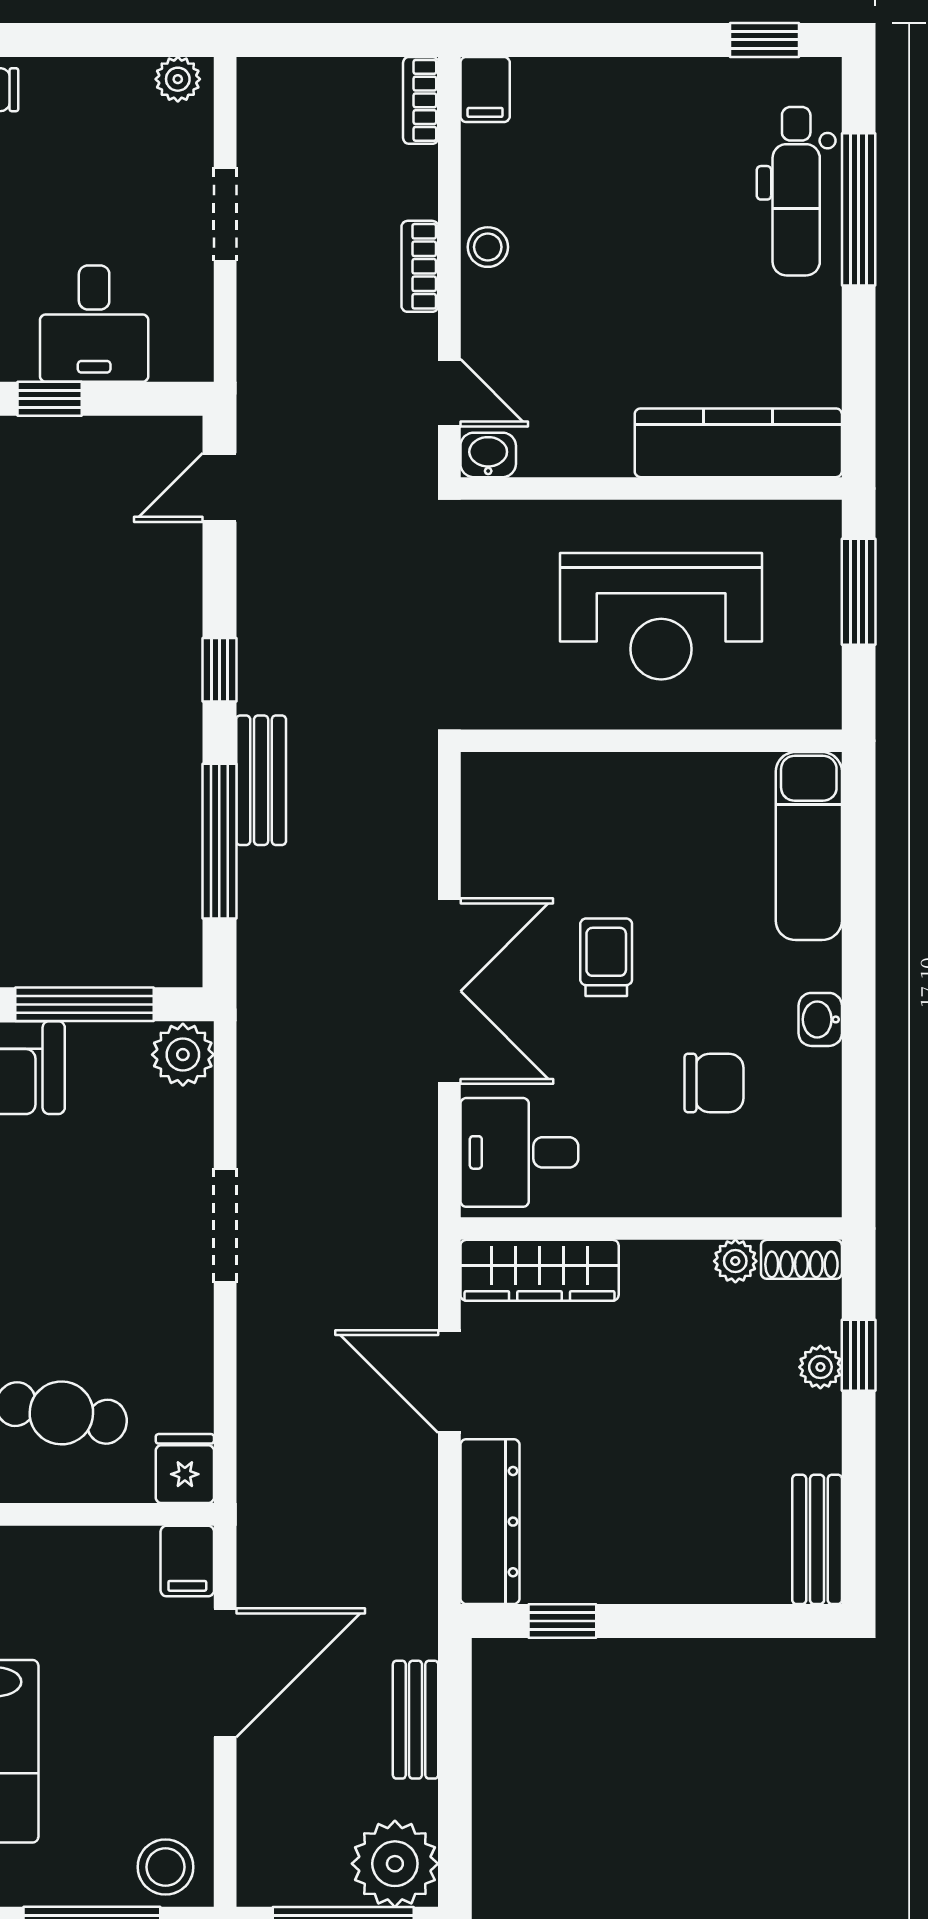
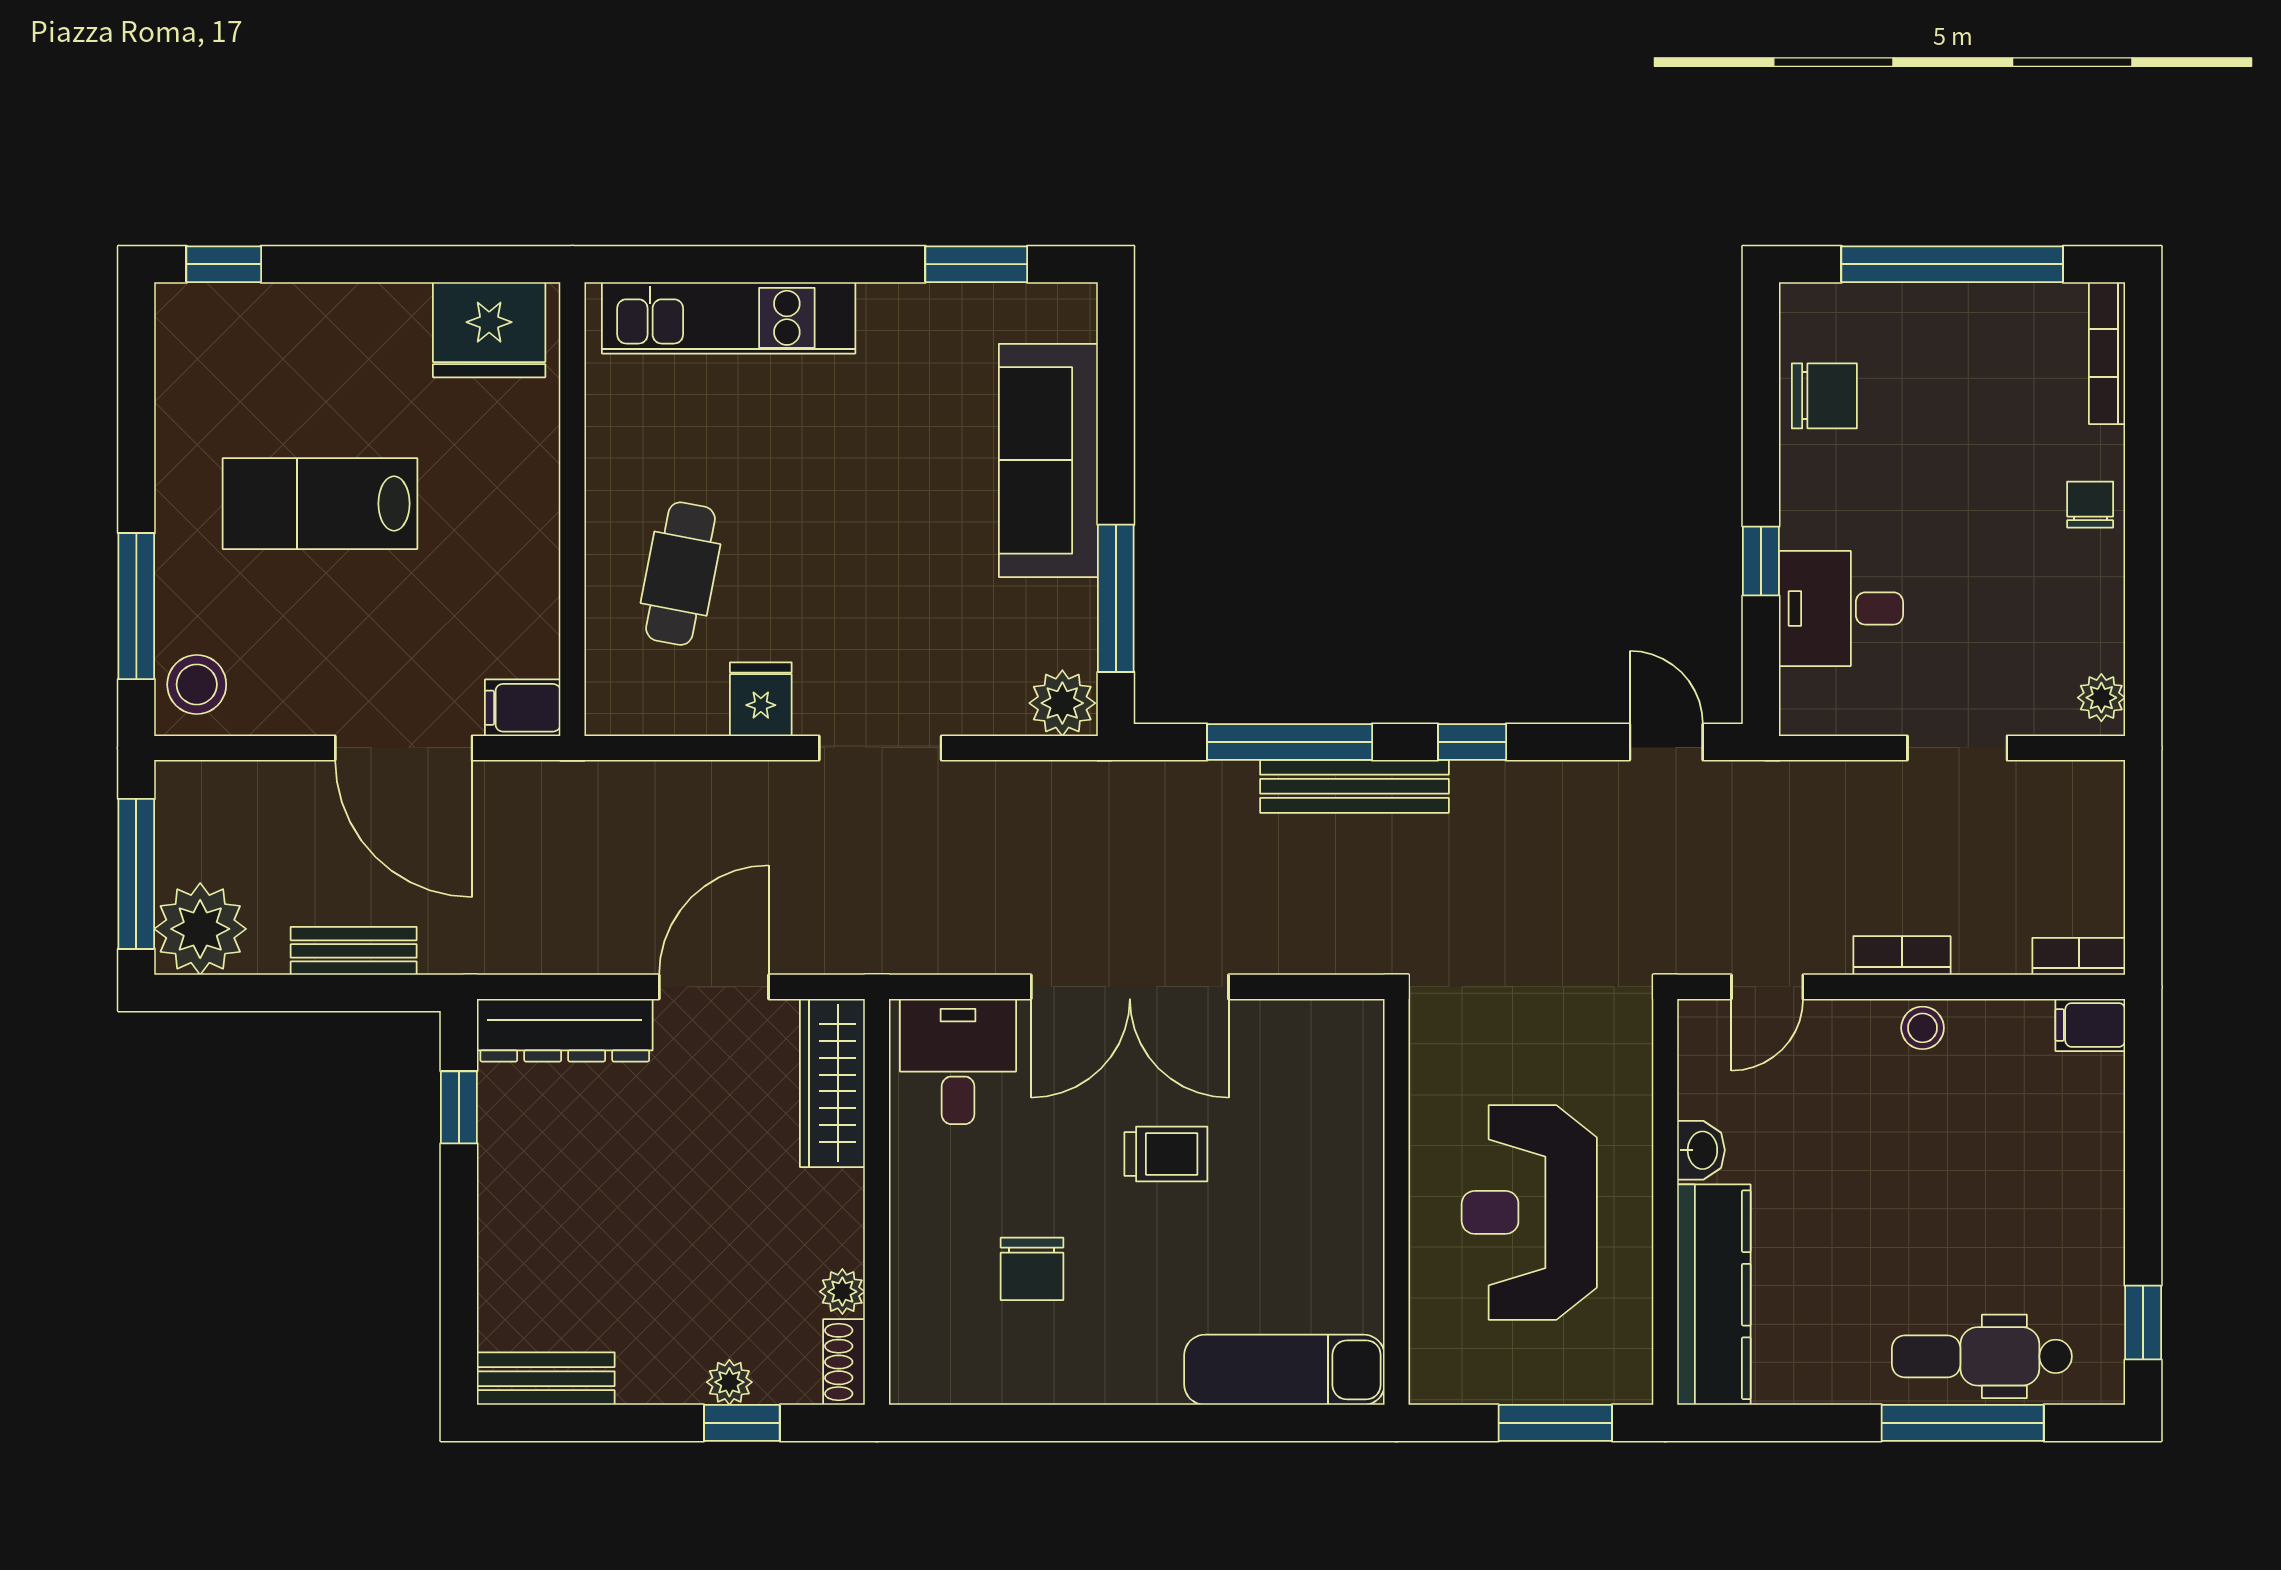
washbasin: (488, 455) -> (1701, 1150), moved
bench: (261, 780) -> (1354, 786), width x1.36
washbasin: (820, 1019) -> (1100, 1382), removed
fridge: (185, 1469) -> (761, 699), moved, turned -90

